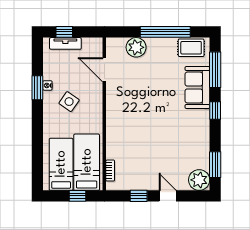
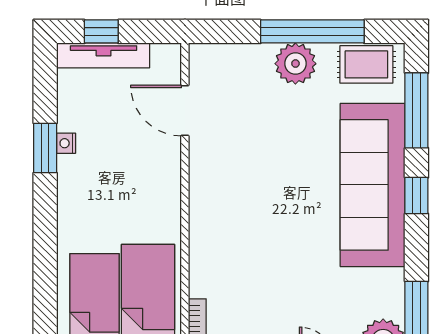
tv unit: (65, 43) -> (104, 55), width x1.41
plant: (136, 47) -> (295, 64), moved
sofa: (197, 87) -> (373, 185), width x1.85, depth x1.27
side table: (69, 102) -> (111, 177), removed

